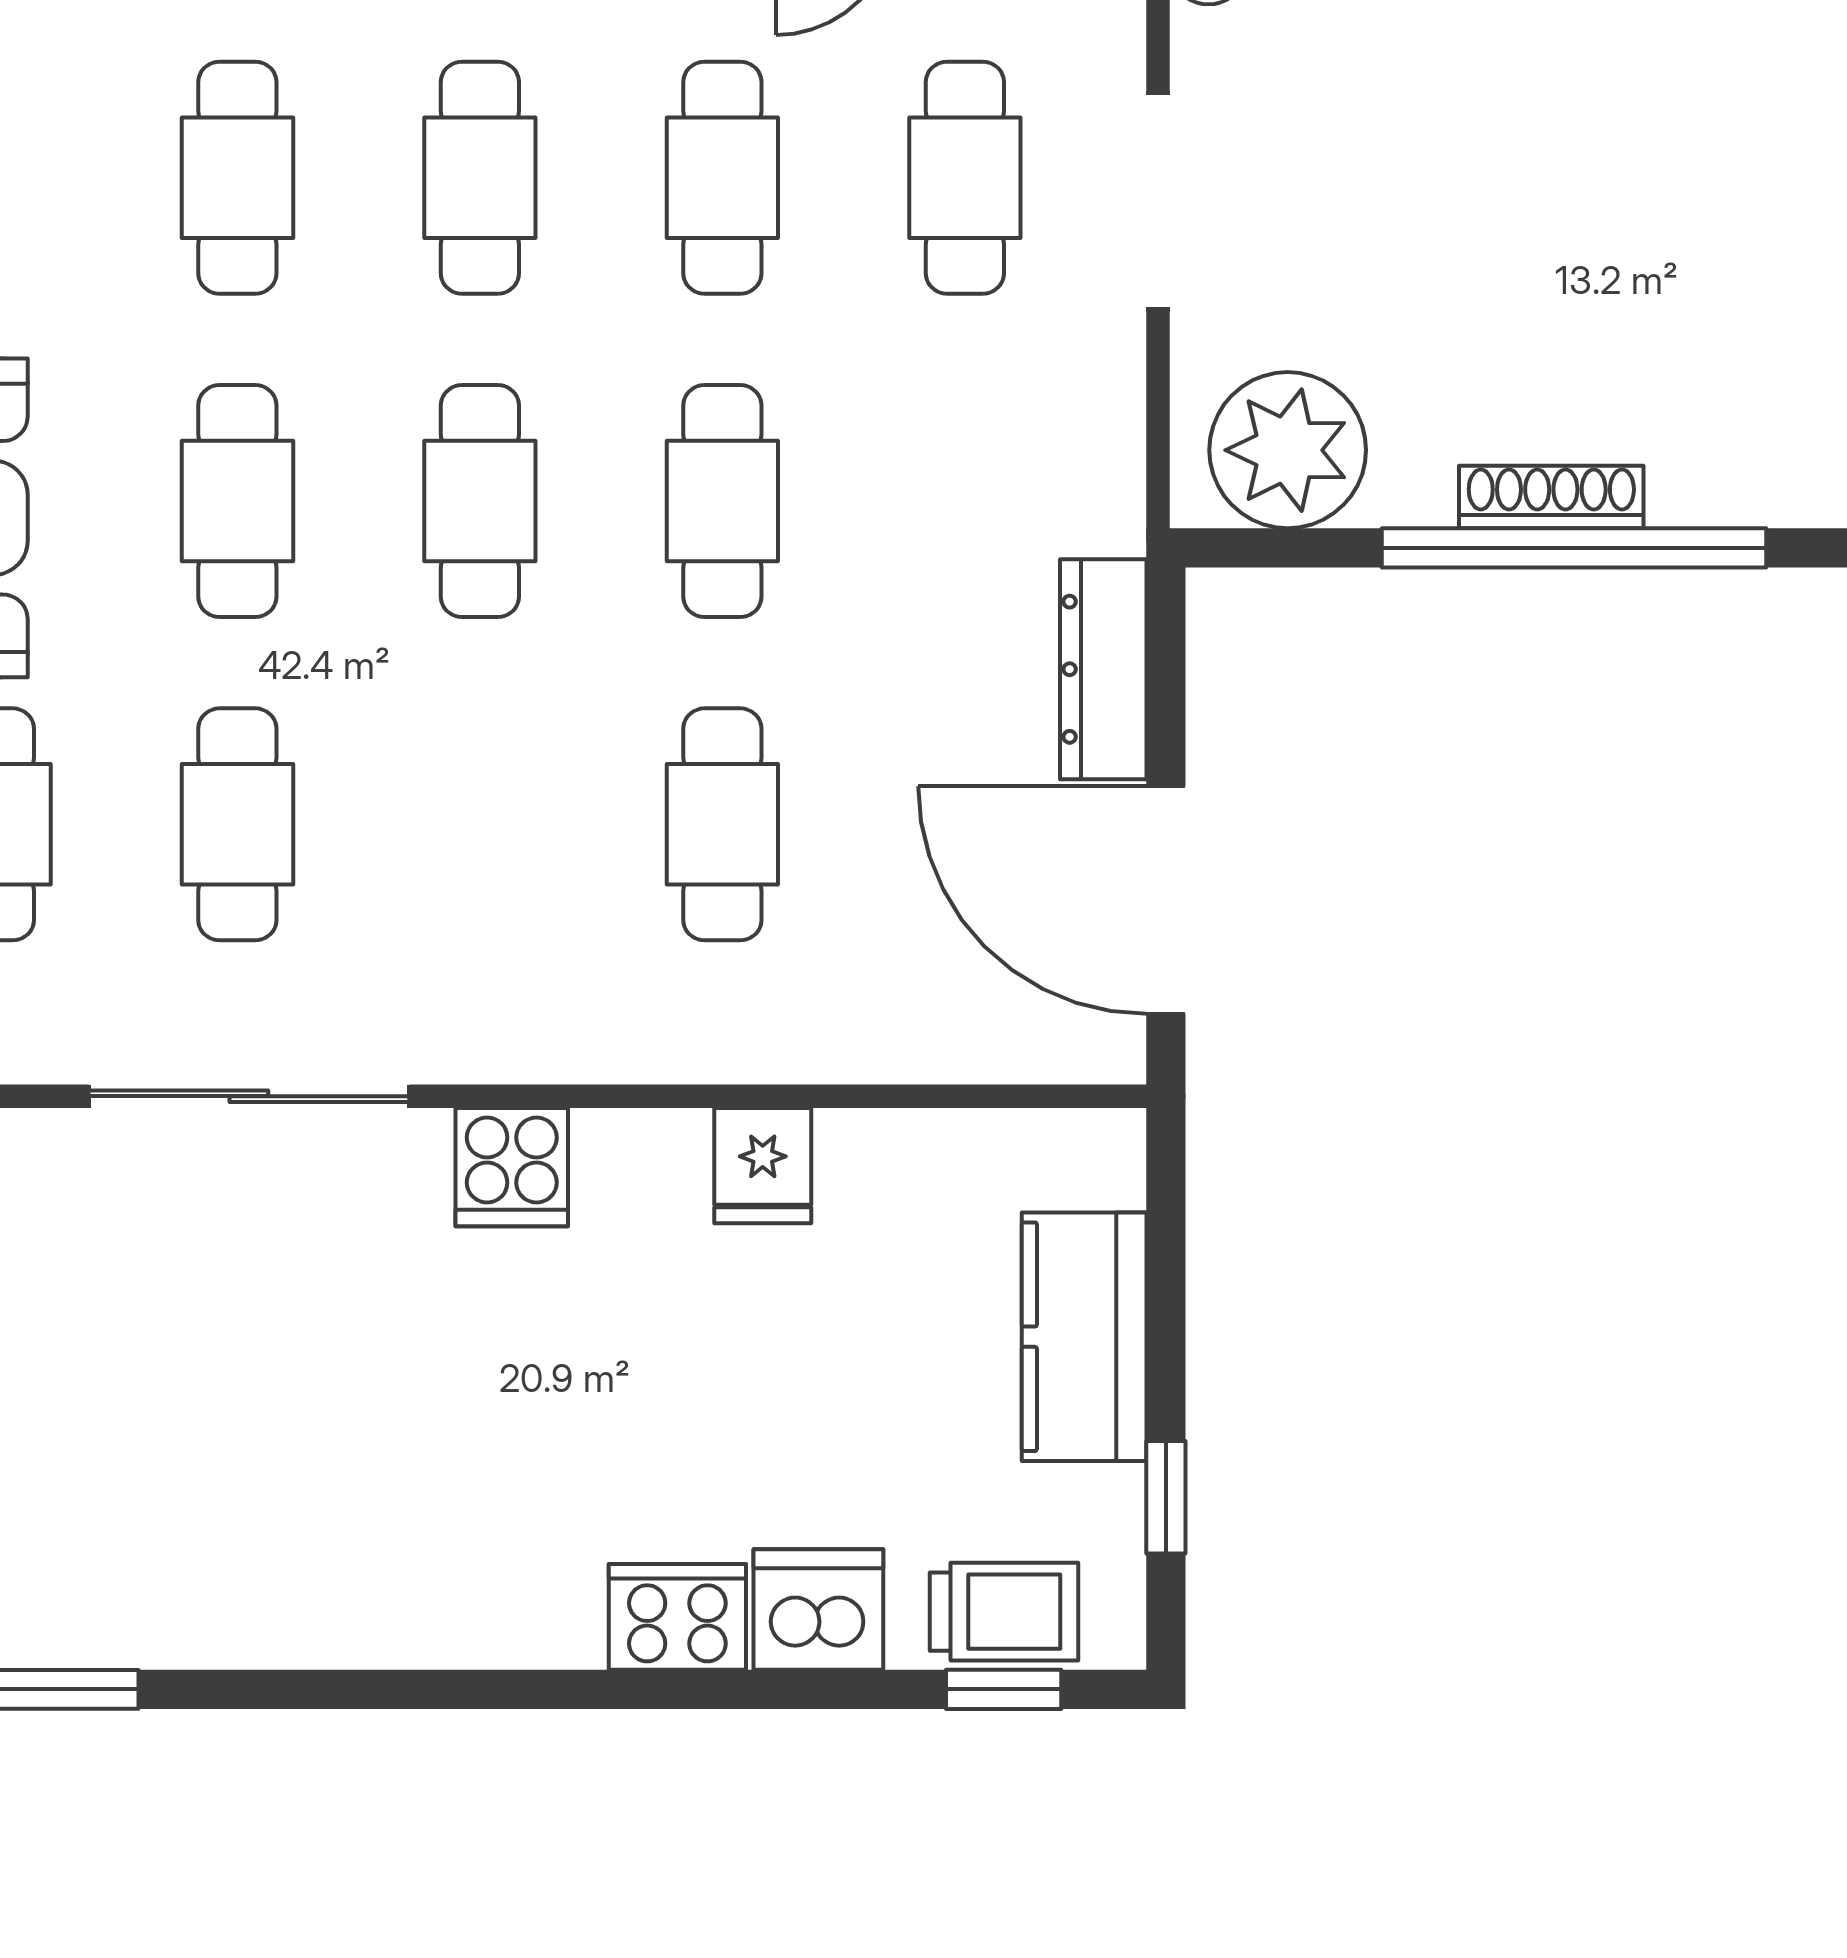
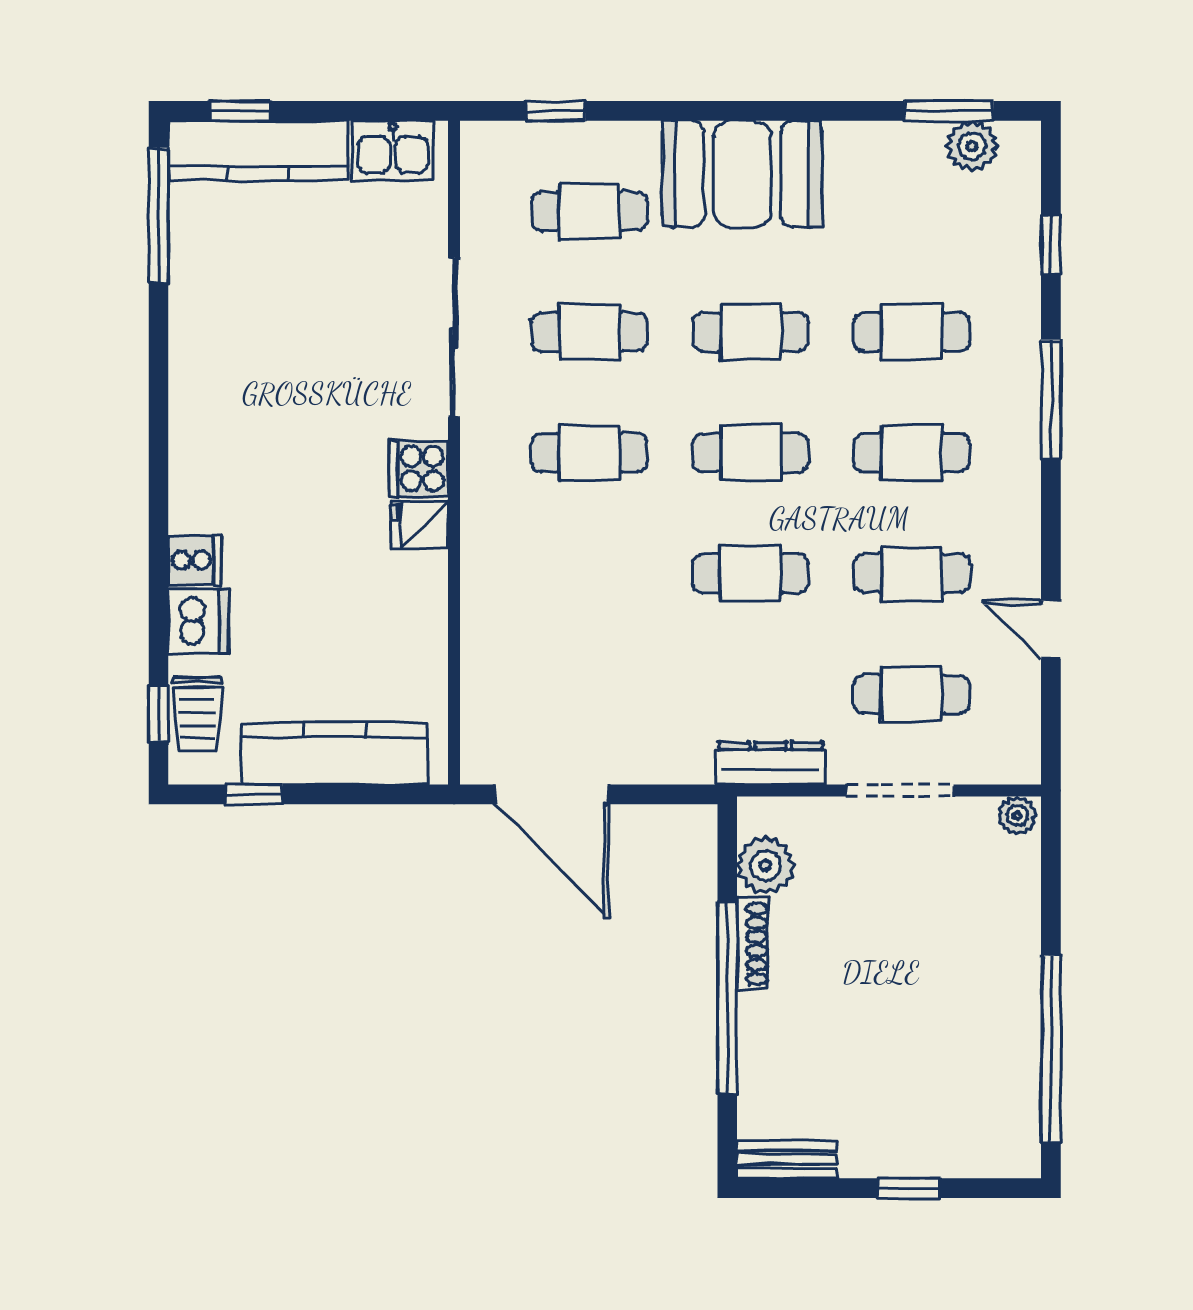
plant: (1288, 450) -> (766, 865), width x0.73, depth x0.73
shoe rack: (1551, 497) -> (753, 944), moved
dresser: (1103, 669) -> (771, 763), moved
cafe table: (722, 824) -> (589, 453), moved
door: (1166, 900) -> (552, 794), swing flipped
fridge: (763, 1166) -> (419, 525), moved
kitchen counter: (1084, 1337) -> (334, 754), width x1.50
cooker: (677, 1617) -> (195, 560), width x0.73

